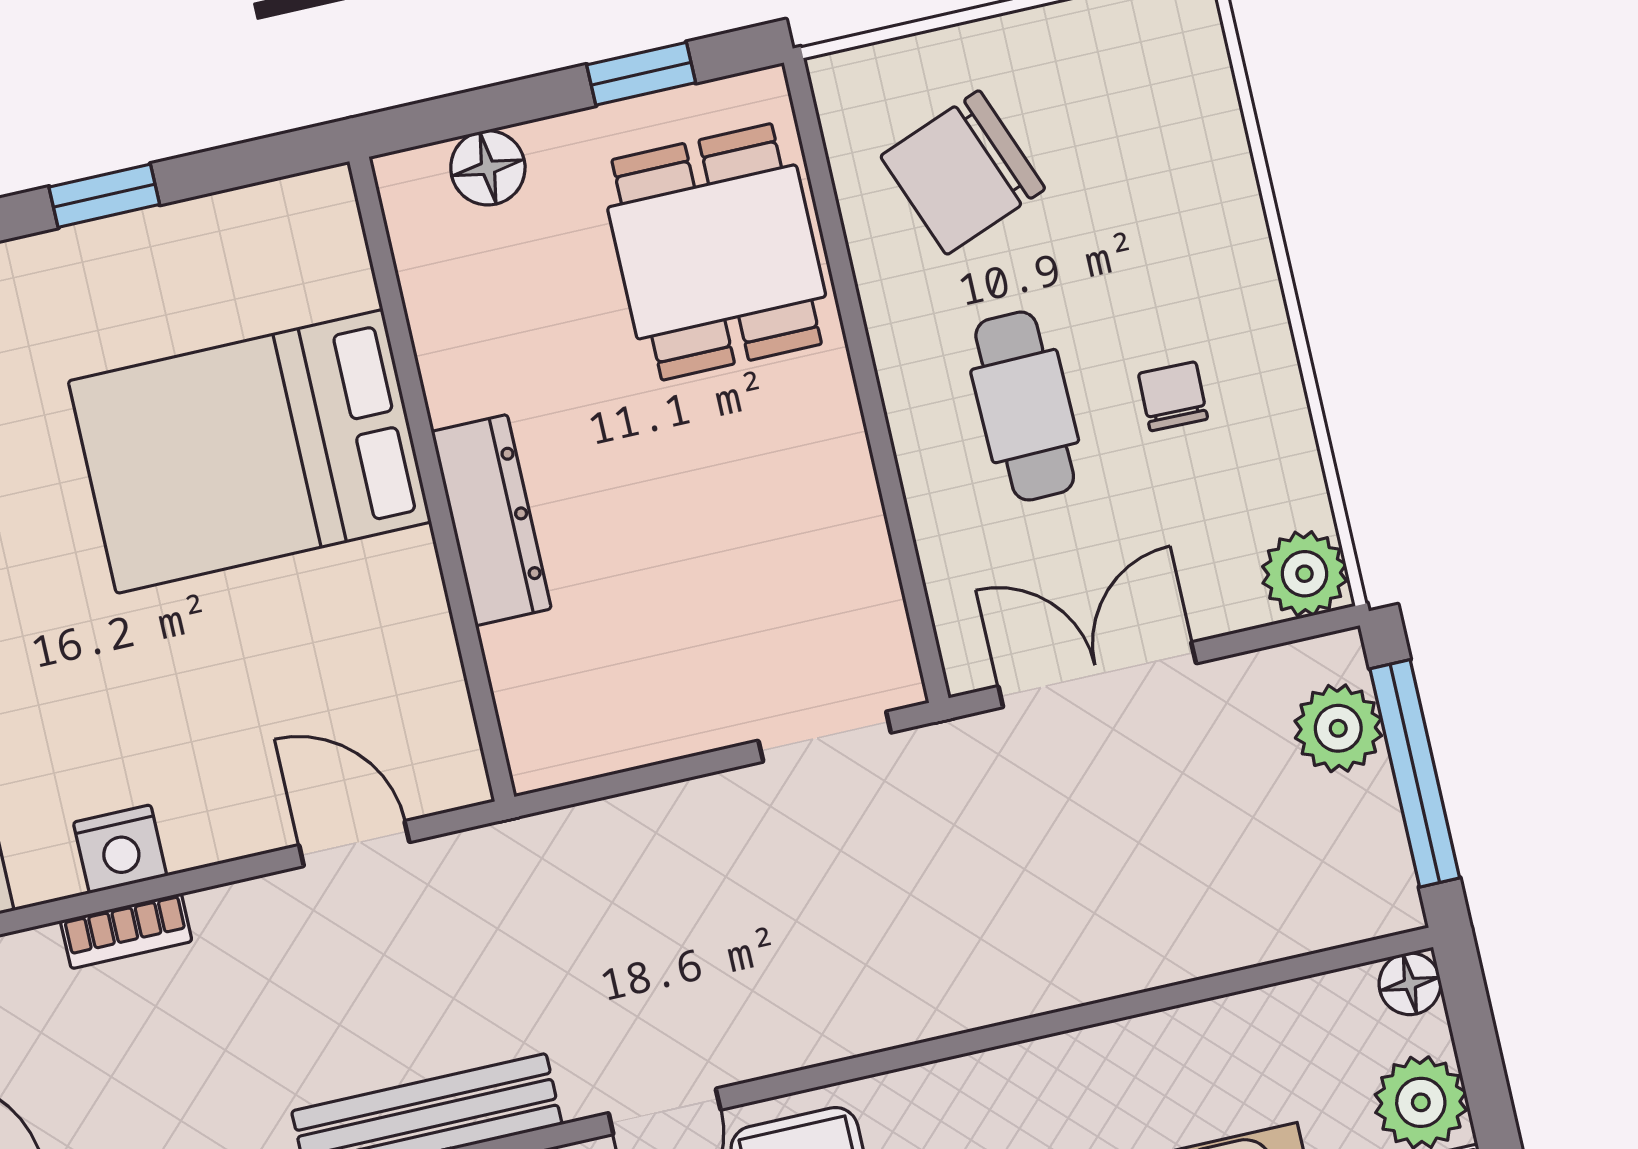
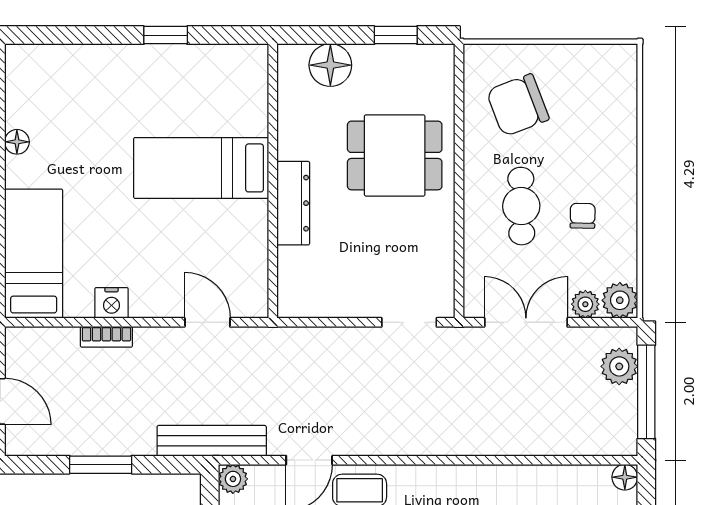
floor lamp: (488, 168) -> (330, 65), width x1.38, depth x1.38
dining table: (717, 252) -> (395, 155), moved, turned 90
bed: (250, 451) -> (201, 168), width x0.67
plant: (1226, 601) -> (585, 304), added

